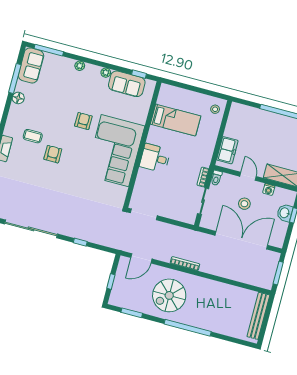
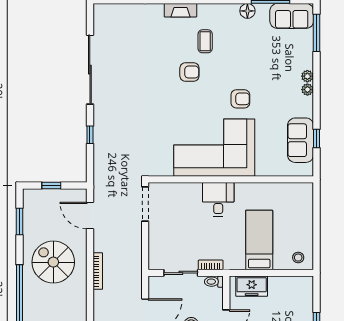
plant: (106, 73) -> (307, 90), moved
window: (139, 74) -> (317, 138), moved
bed: (176, 120) -> (259, 240), moved, turned 180

